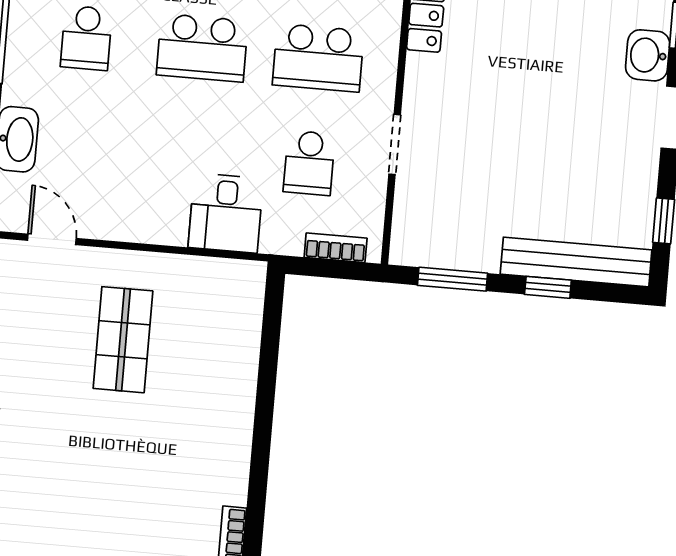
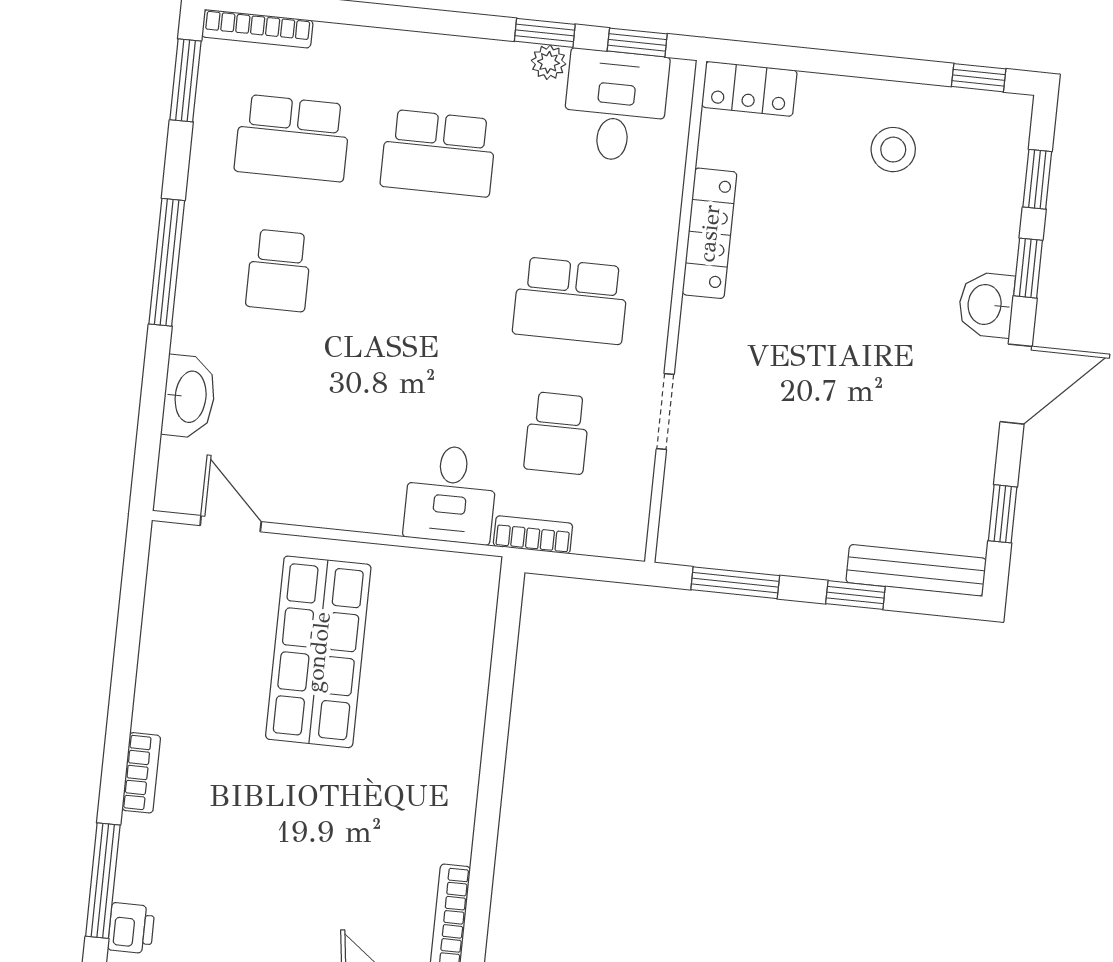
school desk: (202, 48) -> (425, 285), removed
bookcase: (336, 248) -> (533, 535), moved
bench: (576, 262) -> (916, 570), width x0.73, depth x0.82
shop shelf: (123, 340) -> (318, 652), width x1.43, depth x1.36

